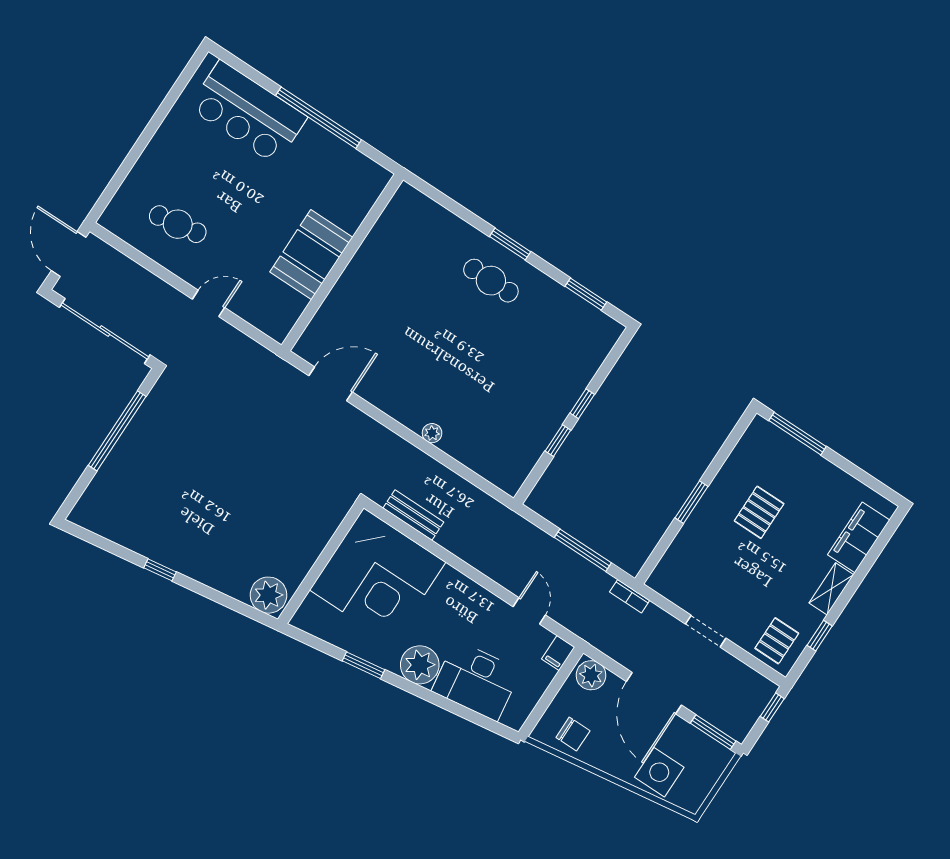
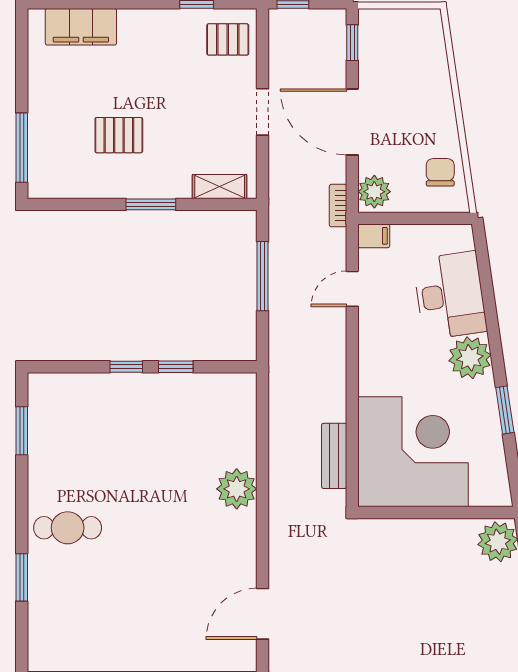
window: (510, 244) -> (22, 577), moved
cafe table: (491, 281) -> (68, 528), turned 90
door: (331, 384) -> (263, 614), hinge flipped
plant: (432, 433) -> (237, 489), width x1.87, depth x1.87
shelving: (831, 589) -> (220, 187), moved
bookcase: (630, 596) -> (338, 206), moved, turned 180
door: (654, 693) -> (352, 122), swing flipped
window: (713, 732) -> (352, 43), width x0.67
side table: (659, 772) -> (423, 68), removed

